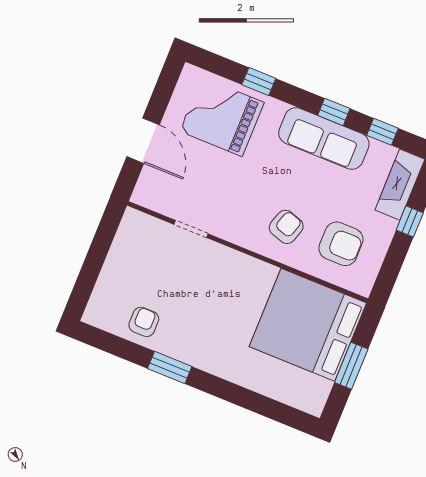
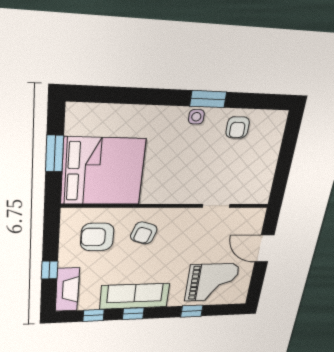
side table: (188, 352) -> (196, 117), added

